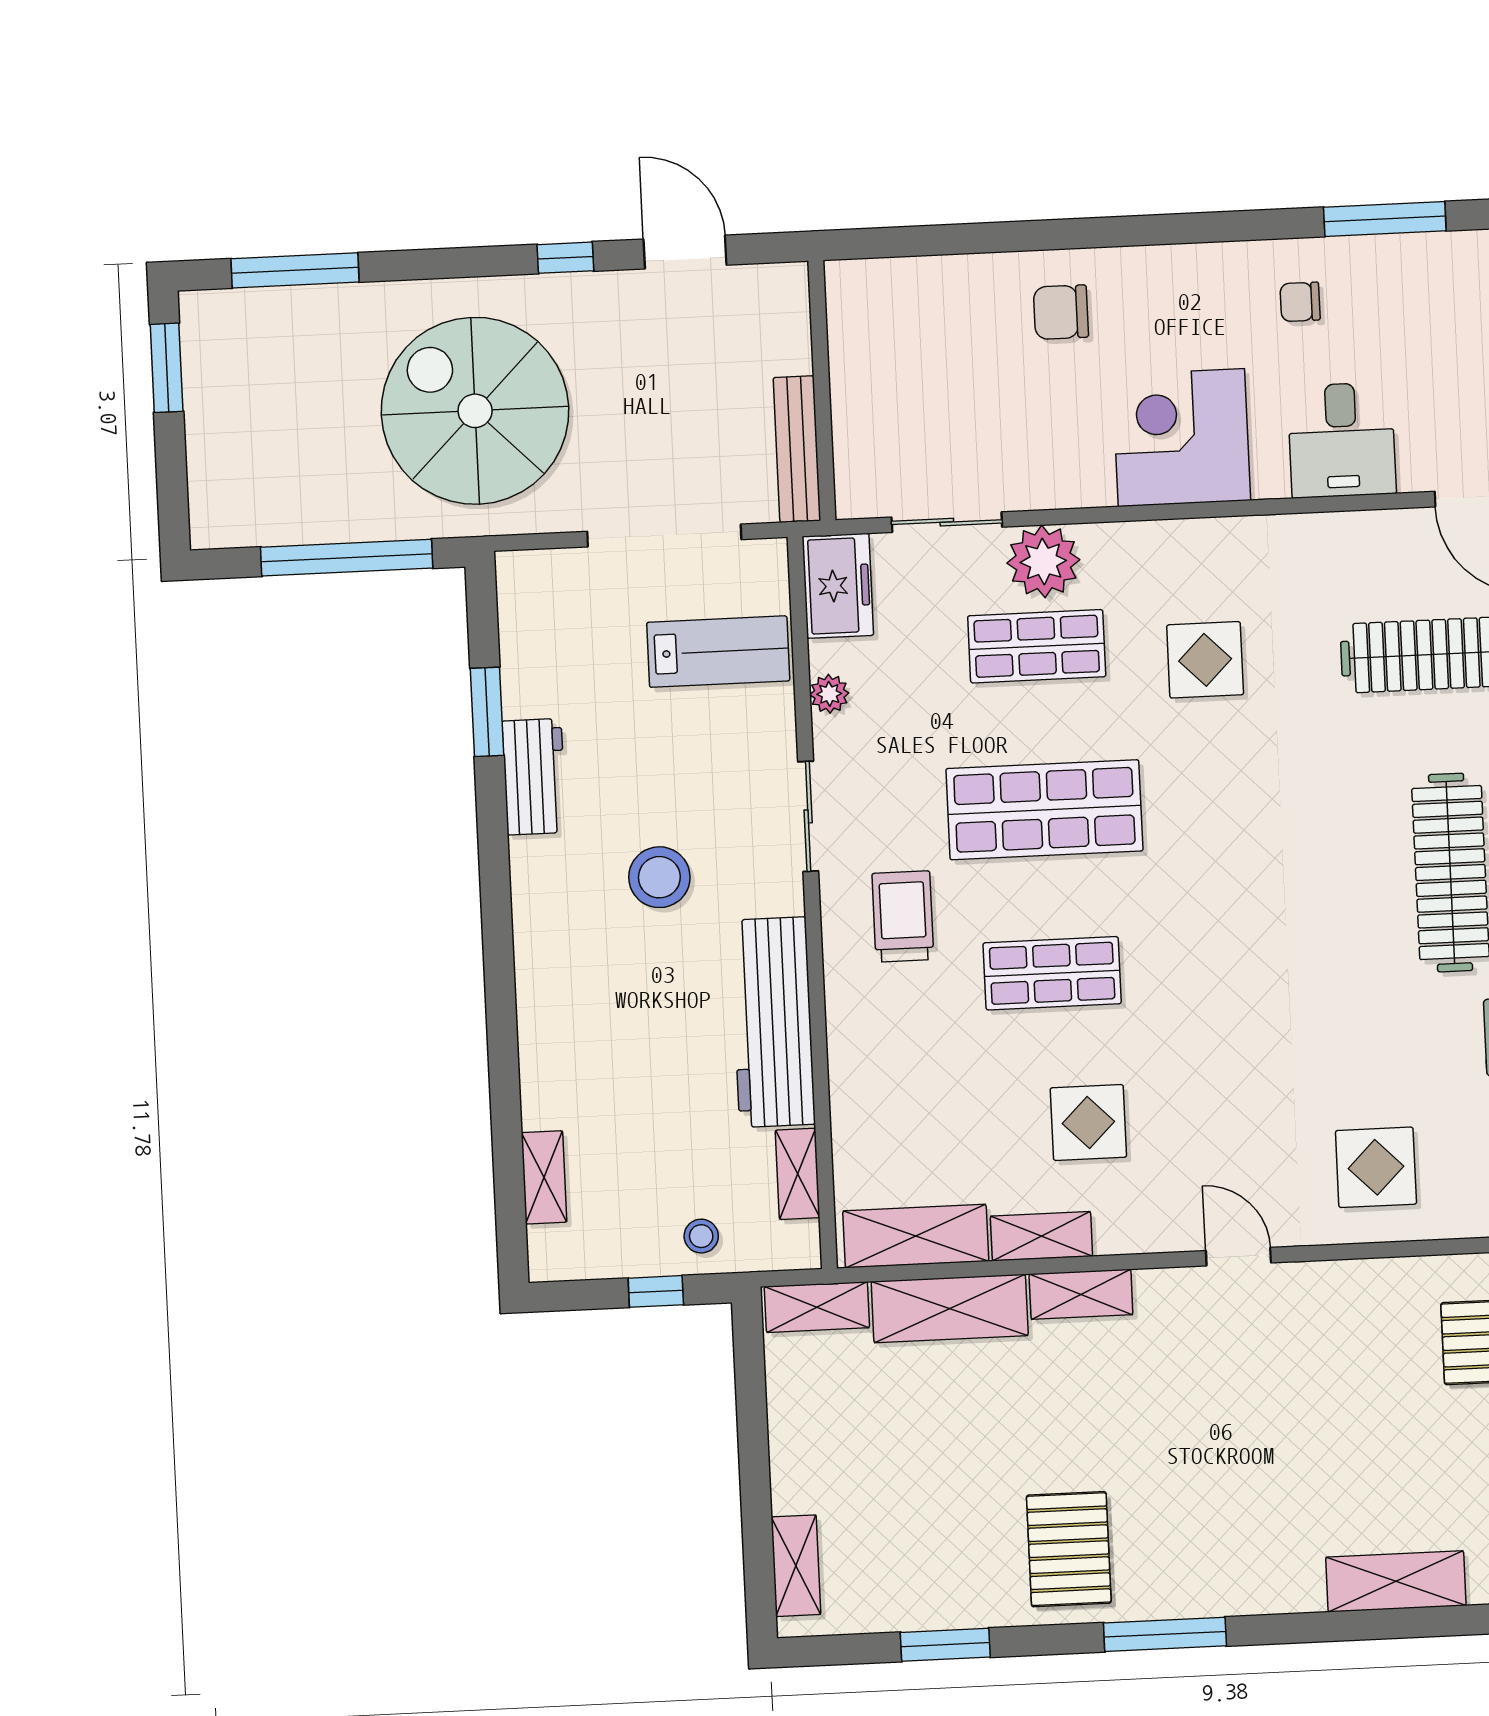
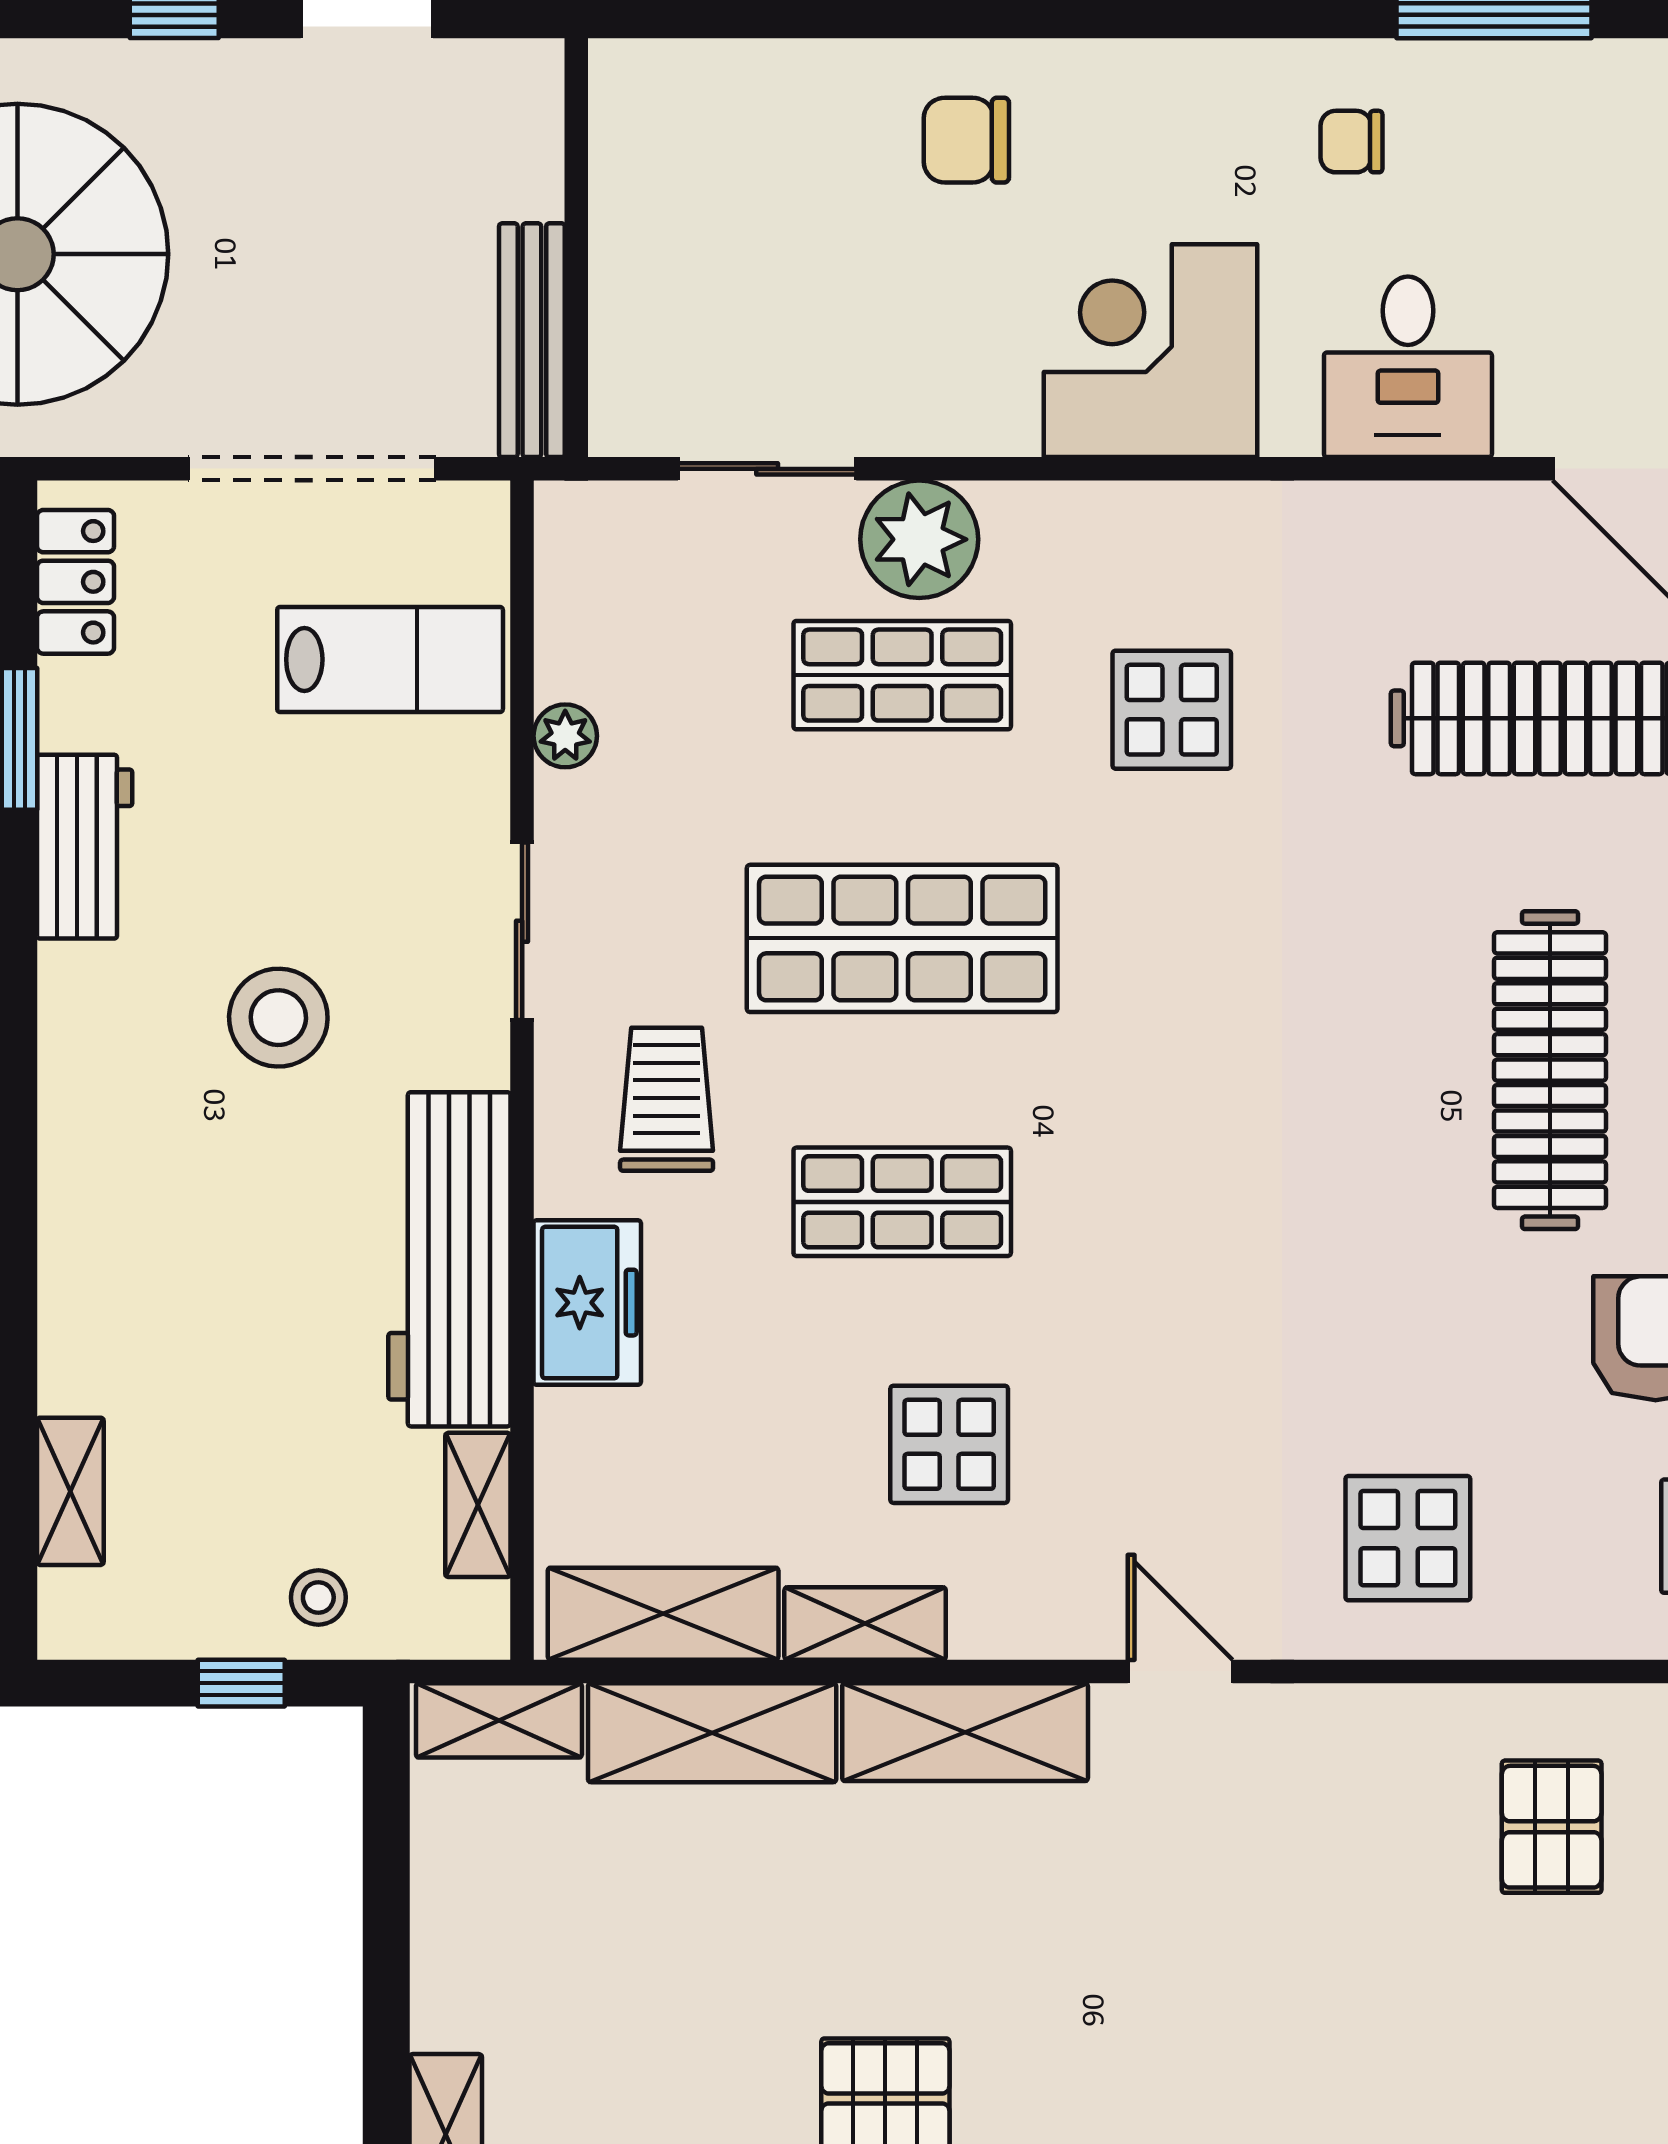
freezer: (838, 586) -> (587, 1303), moved
locker: (521, 613) -> (76, 582), added
shelving: (1081, 1294) -> (965, 1732), width x1.50, depth x1.33

